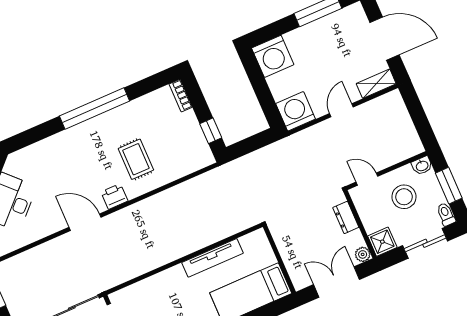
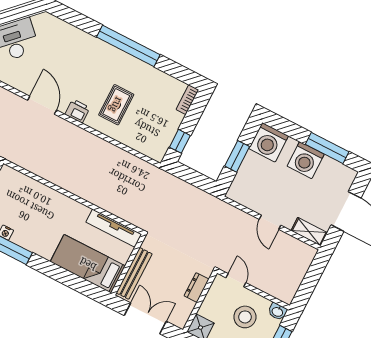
window: (263, 93) -> (237, 156), added
door: (341, 110) -> (270, 222), swing flipped
washing machine: (296, 111) -> (306, 160), moved, turned 180
plant: (363, 254) -> (180, 321), removed
tv unit: (212, 258) -> (114, 228), moved
bench: (291, 260) -> (134, 273), added

